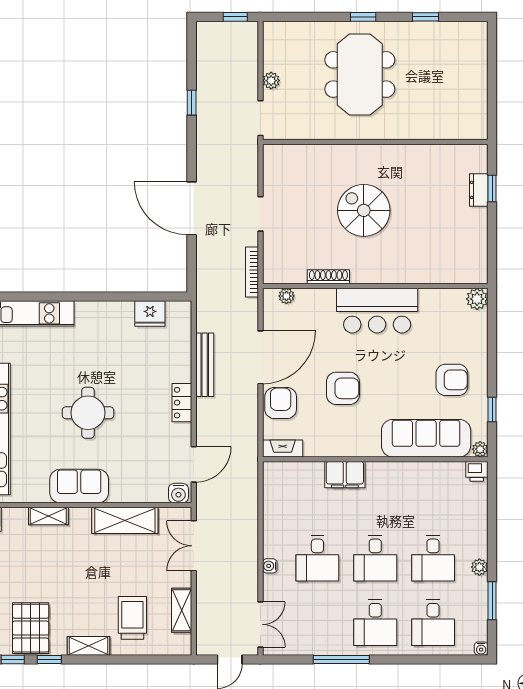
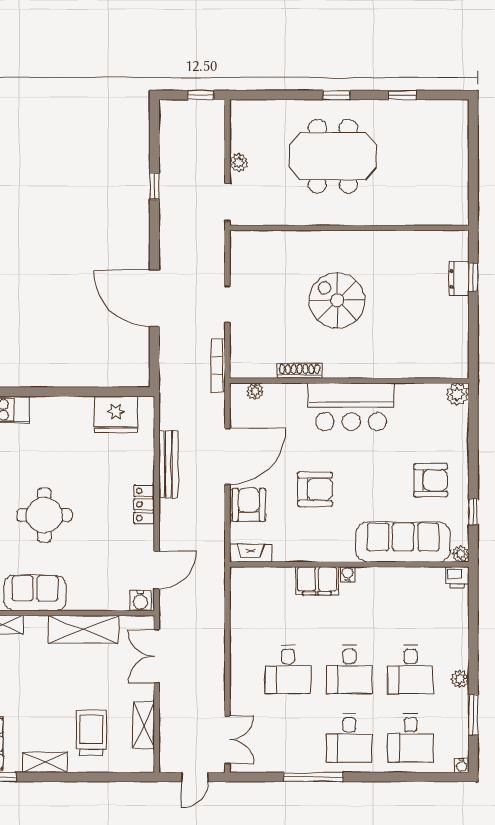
meeting table: (360, 74) -> (333, 156), turned 90
fridge: (150, 314) -> (116, 414), width x1.36, depth x1.34
water cooler: (270, 566) -> (348, 574), moved, turned 90

